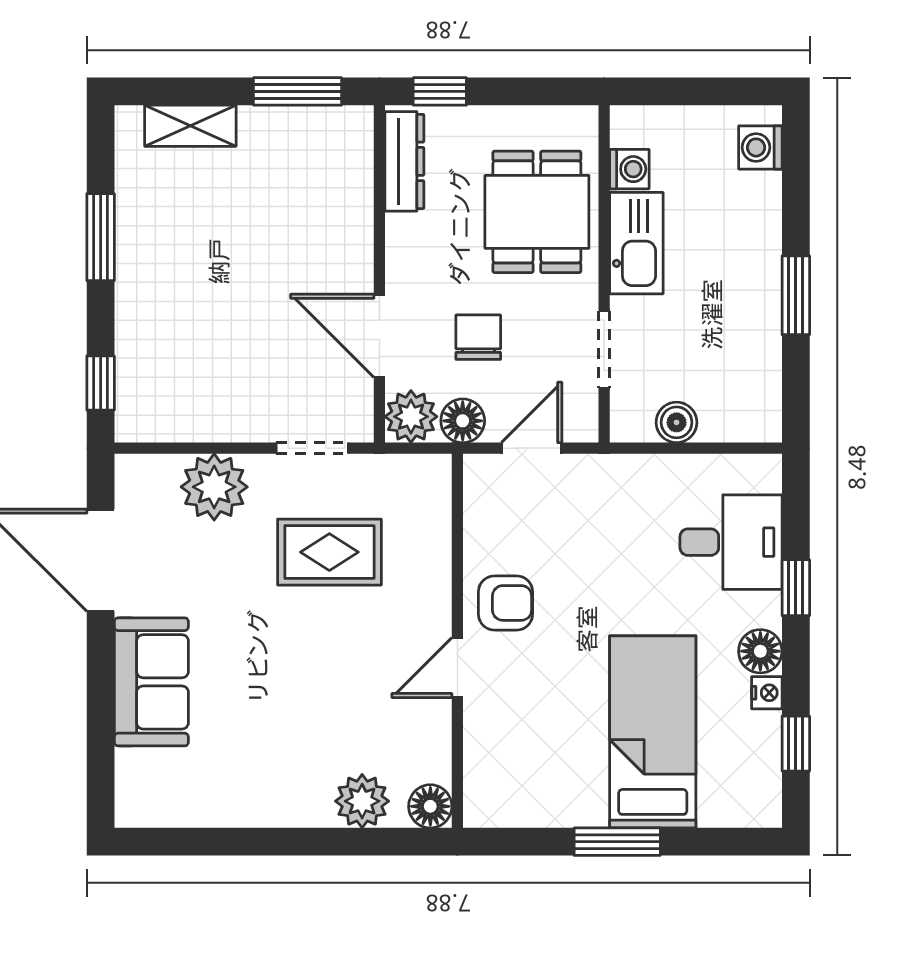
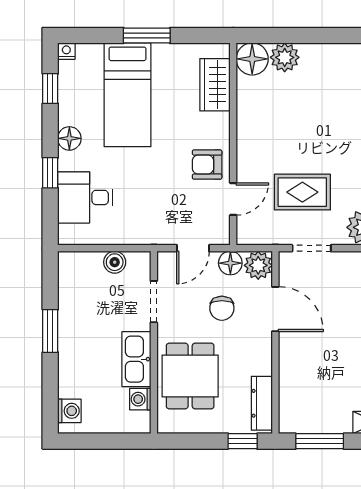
door: (457, 668) -> (233, 199), moved
nightstand: (767, 693) -> (66, 51), moved, turned 90
wardrobe: (491, 751) -> (215, 85), added
floor lamp: (430, 806) -> (252, 59), width x1.38, depth x1.38

